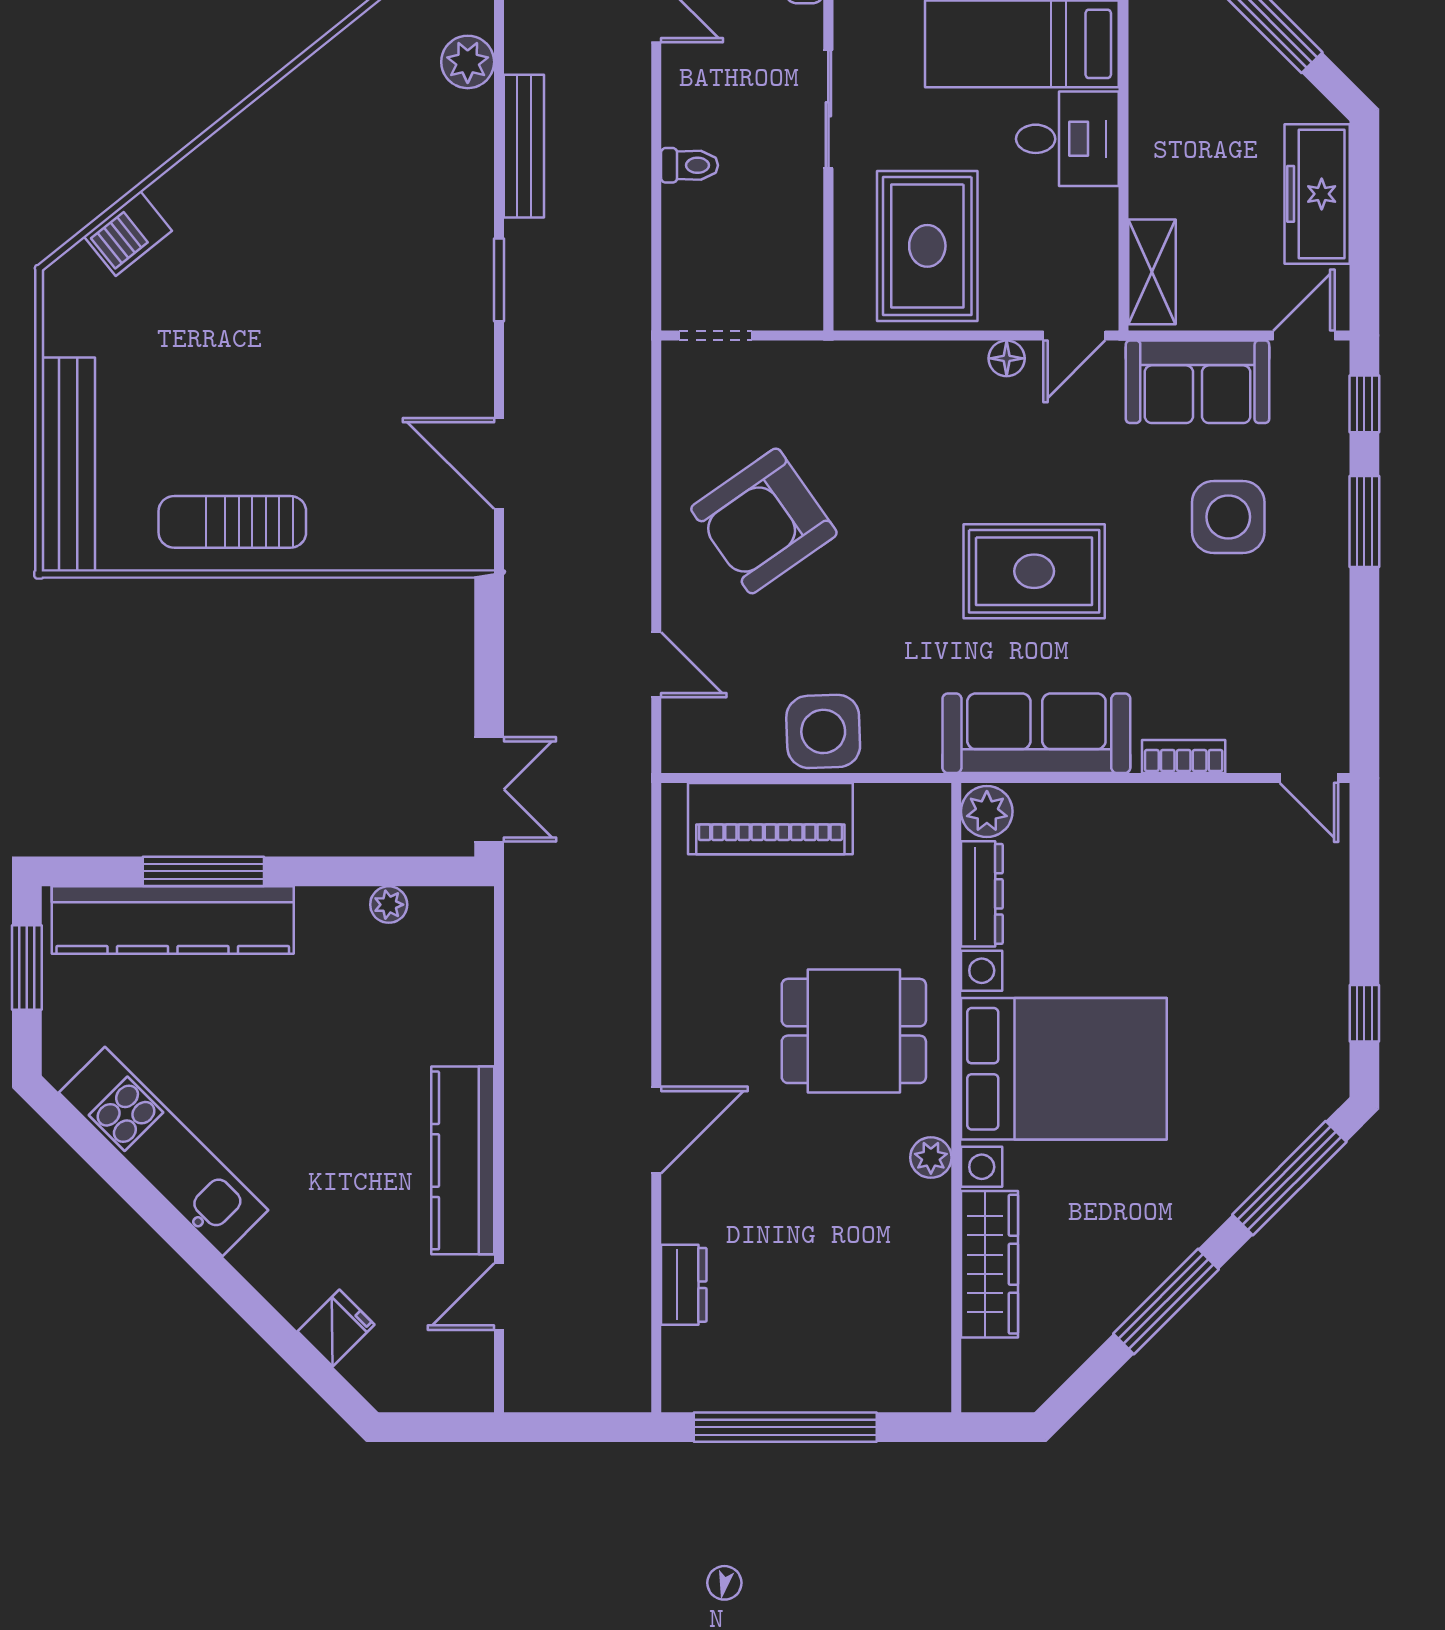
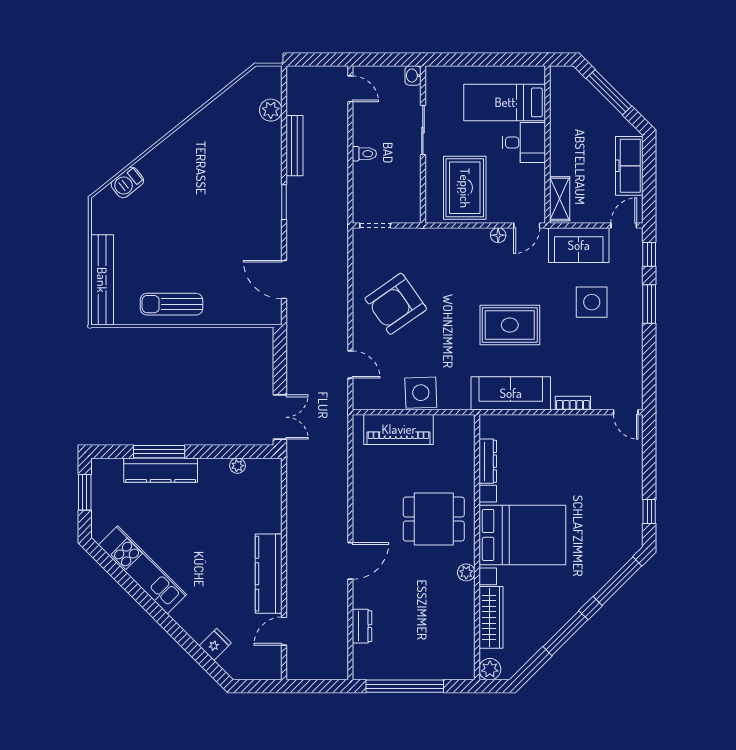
plant: (987, 811) -> (490, 669), moved
kitchen counter: (173, 920) -> (161, 470), width x0.72, depth x0.86

